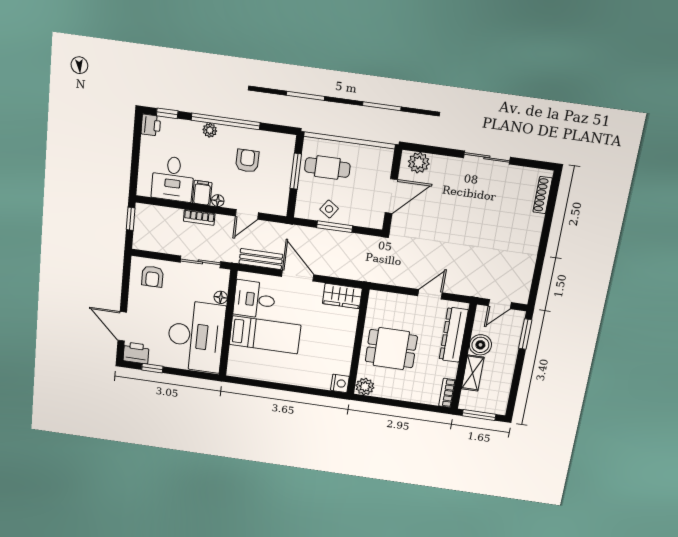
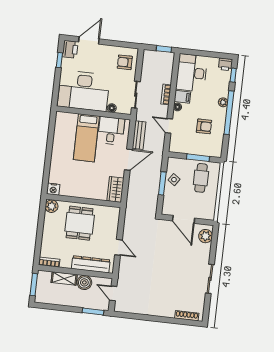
desk: (173, 179) -> (192, 73), width x1.37

